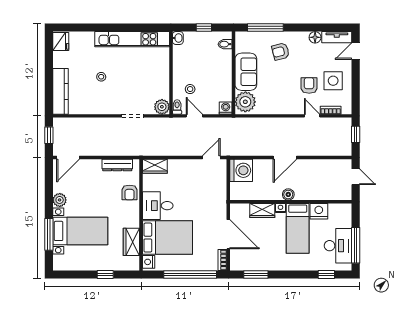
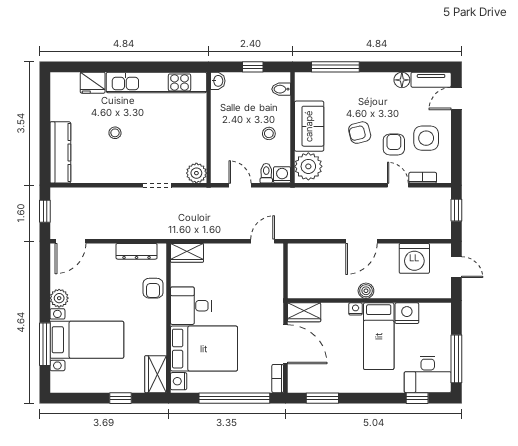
fridge: (61, 42) -> (93, 83), moved, turned 90
armchair: (281, 51) -> (360, 133), moved
stool: (190, 89) -> (269, 133), moved
toilet: (177, 107) -> (266, 173), moved
washing machine: (241, 170) -> (414, 258), moved, turned 90
wardrobe: (262, 210) -> (304, 312), moved
wardrobe: (131, 242) -> (156, 374), moved
desk: (338, 246) -> (428, 374), moved, turned 90

